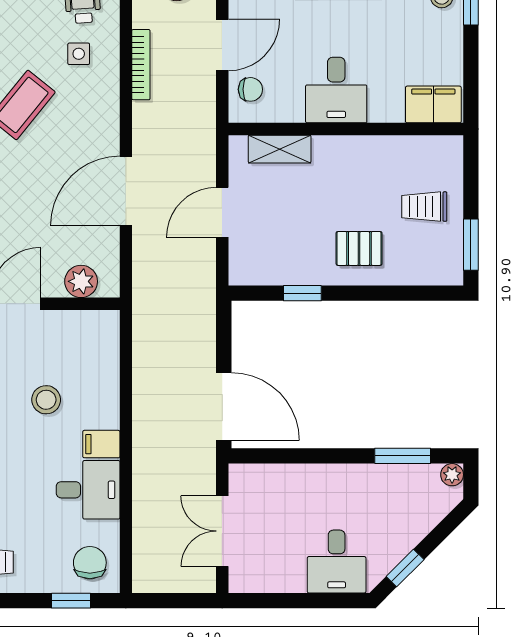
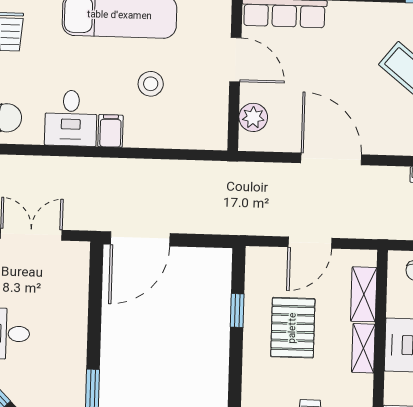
shelving: (341, 148) -> (363, 348), added
door: (222, 212) -> (310, 243), swing flipped
pallet: (359, 248) -> (293, 328), moved, width x1.50, depth x1.42

